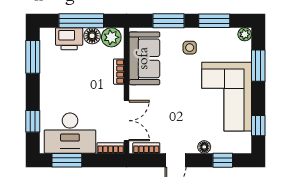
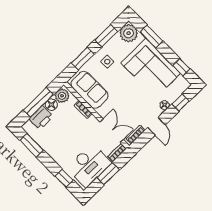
plant: (245, 34) -> (129, 33), width x1.88, depth x1.88
window: (67, 160) -> (108, 174), moved

